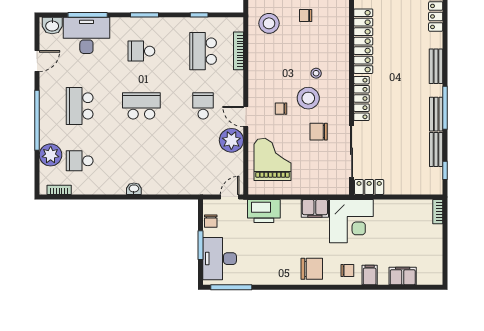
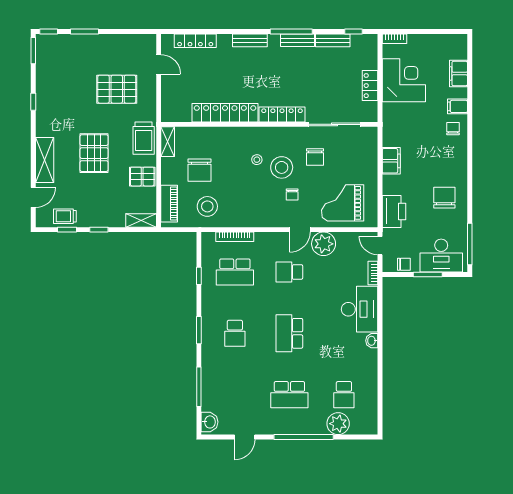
chair: (306, 16) -> (199, 170), width x1.87, depth x1.87
desk: (86, 35) -> (360, 309), moved, turned 180
door: (37, 61) -> (245, 437), swing flipped
locker: (369, 187) -> (370, 86), moved
bookcase: (59, 190) -> (373, 273), moved
corner desk: (351, 221) -> (404, 80), moved
chair: (312, 269) -> (444, 198), moved

